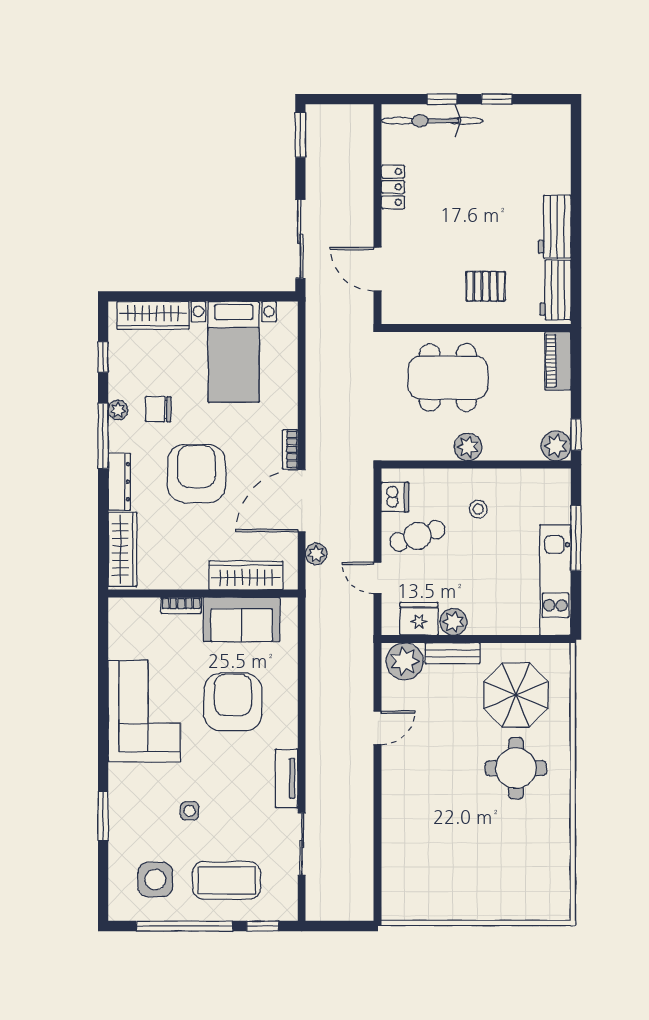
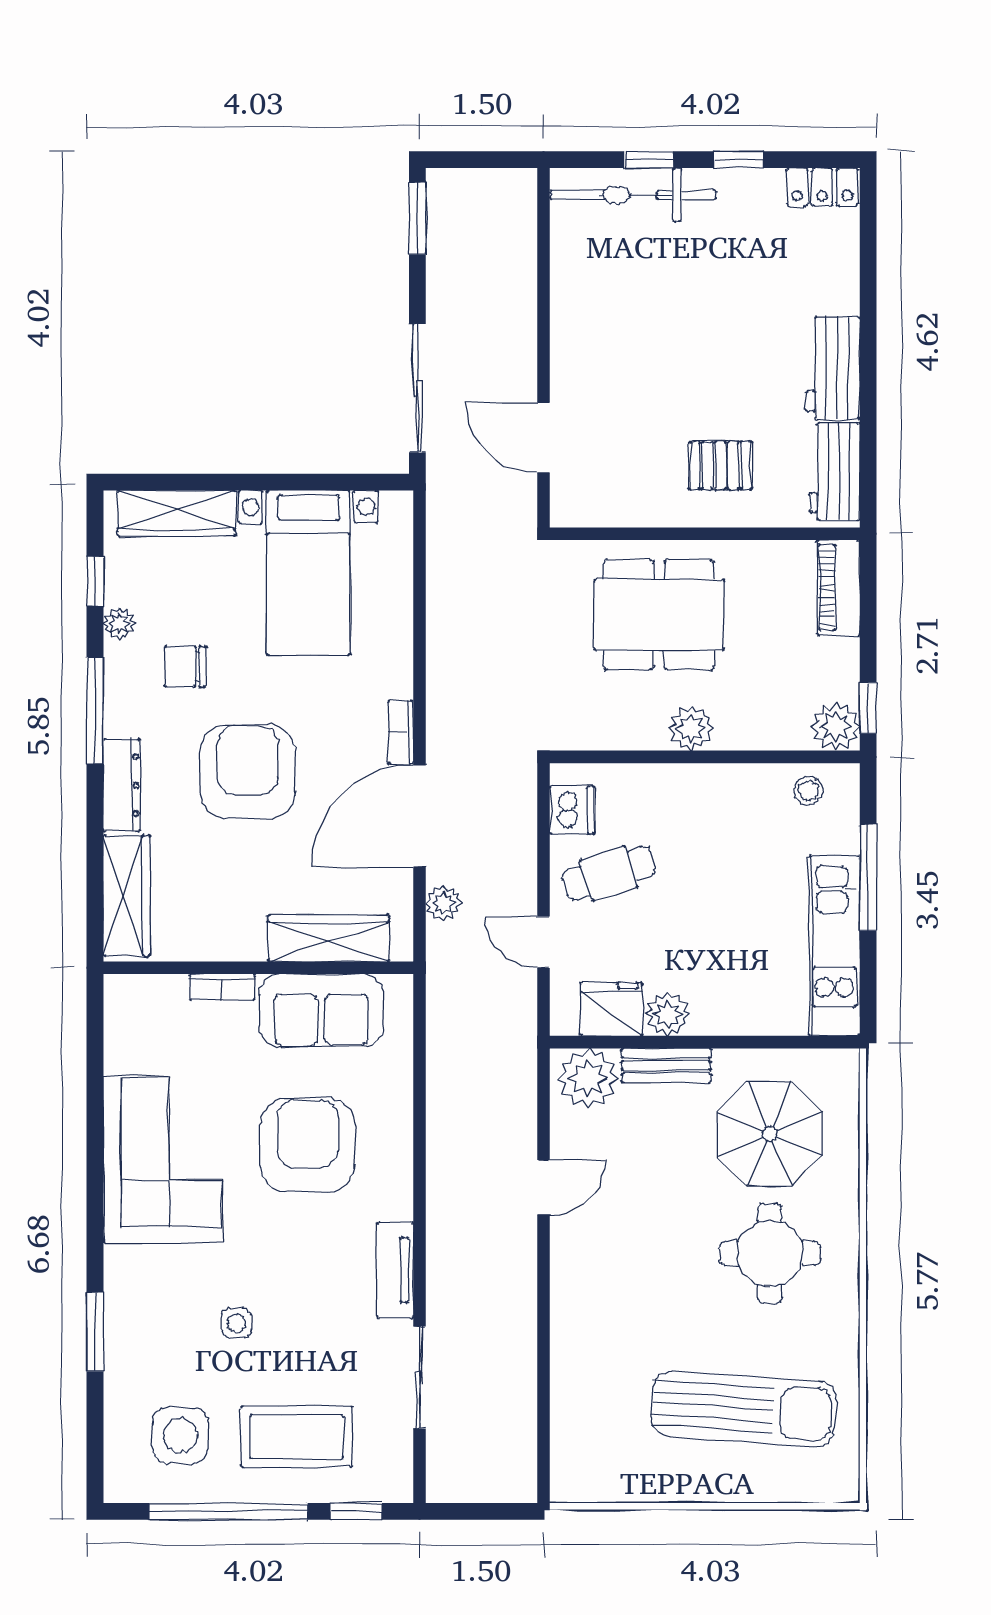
locker: (393, 187) -> (822, 187), moved, turned 90
plant: (118, 410) -> (119, 624), moved
stool: (478, 509) -> (809, 791), moved
sun lounger: (500, 863) -> (744, 1409), added

